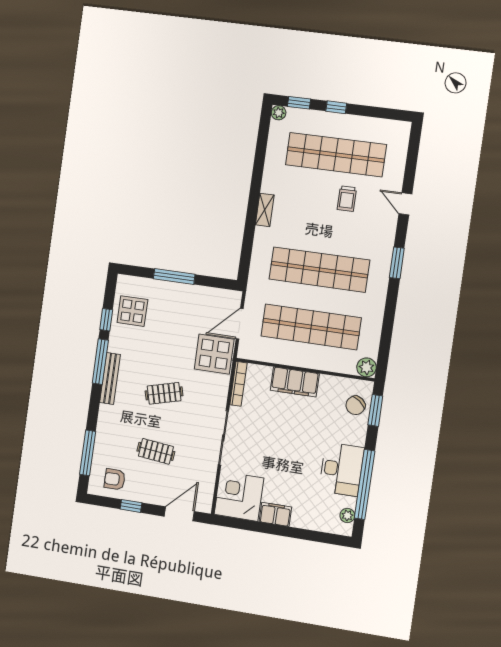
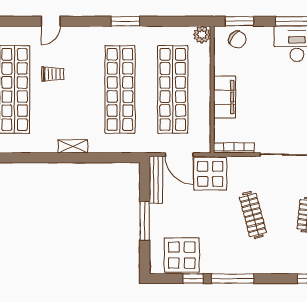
window: (397, 263) -> (125, 21), moved
display table: (132, 311) -> (182, 255), width x1.36, depth x1.36
bench: (110, 378) -> (156, 180), moved, turned 90
clothes rail: (164, 393) -> (253, 215), width x1.36

